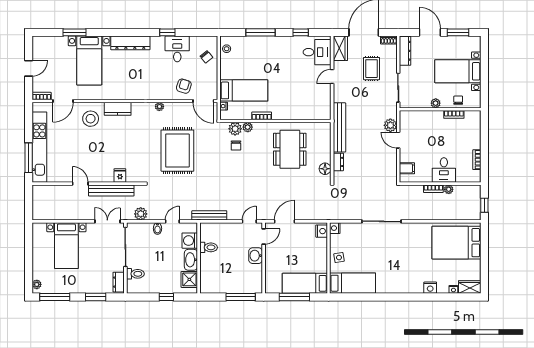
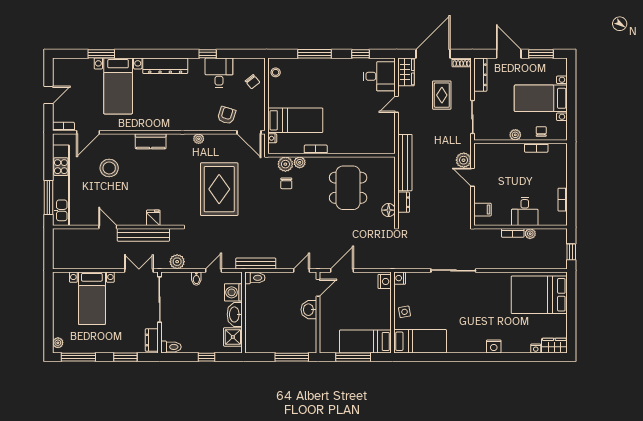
stool: (91, 119) -> (109, 168), moved
toilet: (209, 247) -> (255, 278), moved
toilet: (135, 274) -> (171, 347), moved
nightstand: (430, 288) -> (494, 346), moved

